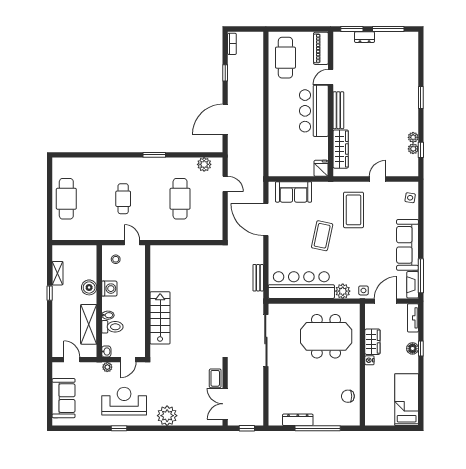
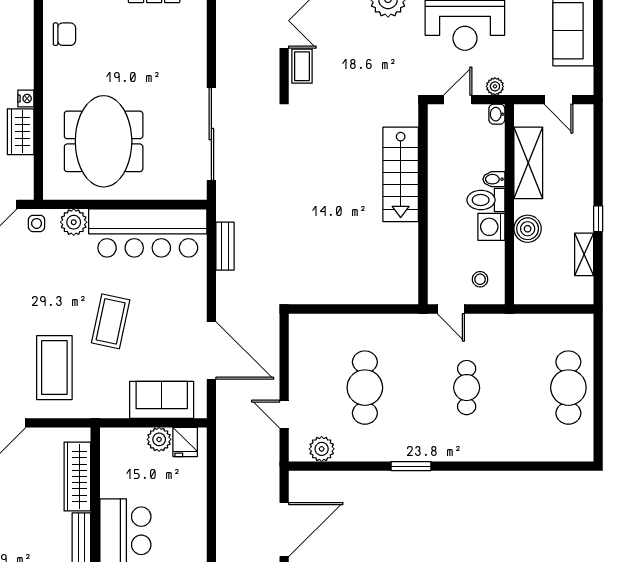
fridge: (321, 168) -> (185, 442), moved
plant: (295, 170) -> (159, 439), added
toilet: (112, 327) -> (486, 200), moved
meeting table: (326, 336) -> (104, 141), turned 90

